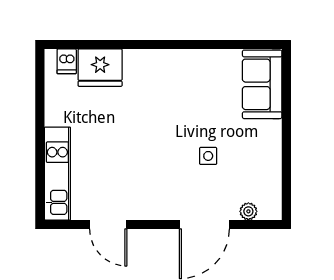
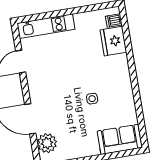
side table: (208, 156) -> (92, 99), moved
plant: (248, 211) -> (47, 143), width x1.88, depth x1.88

